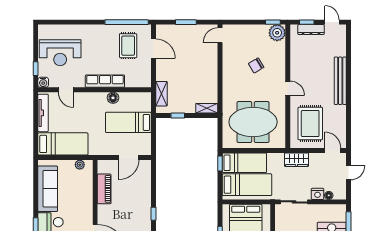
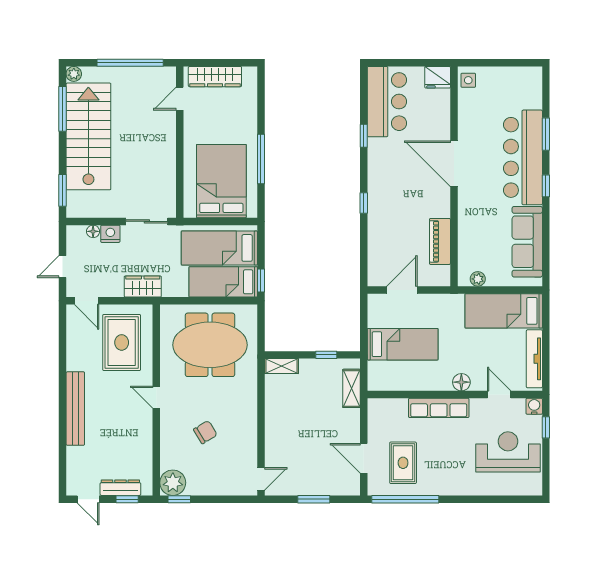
floor lamp: (113, 98) -> (461, 382), moved

